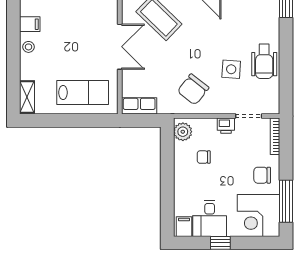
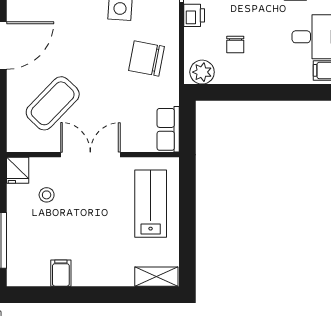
stool: (28, 47) -> (47, 195), moved
chair: (193, 89) -> (147, 58), turned 153

